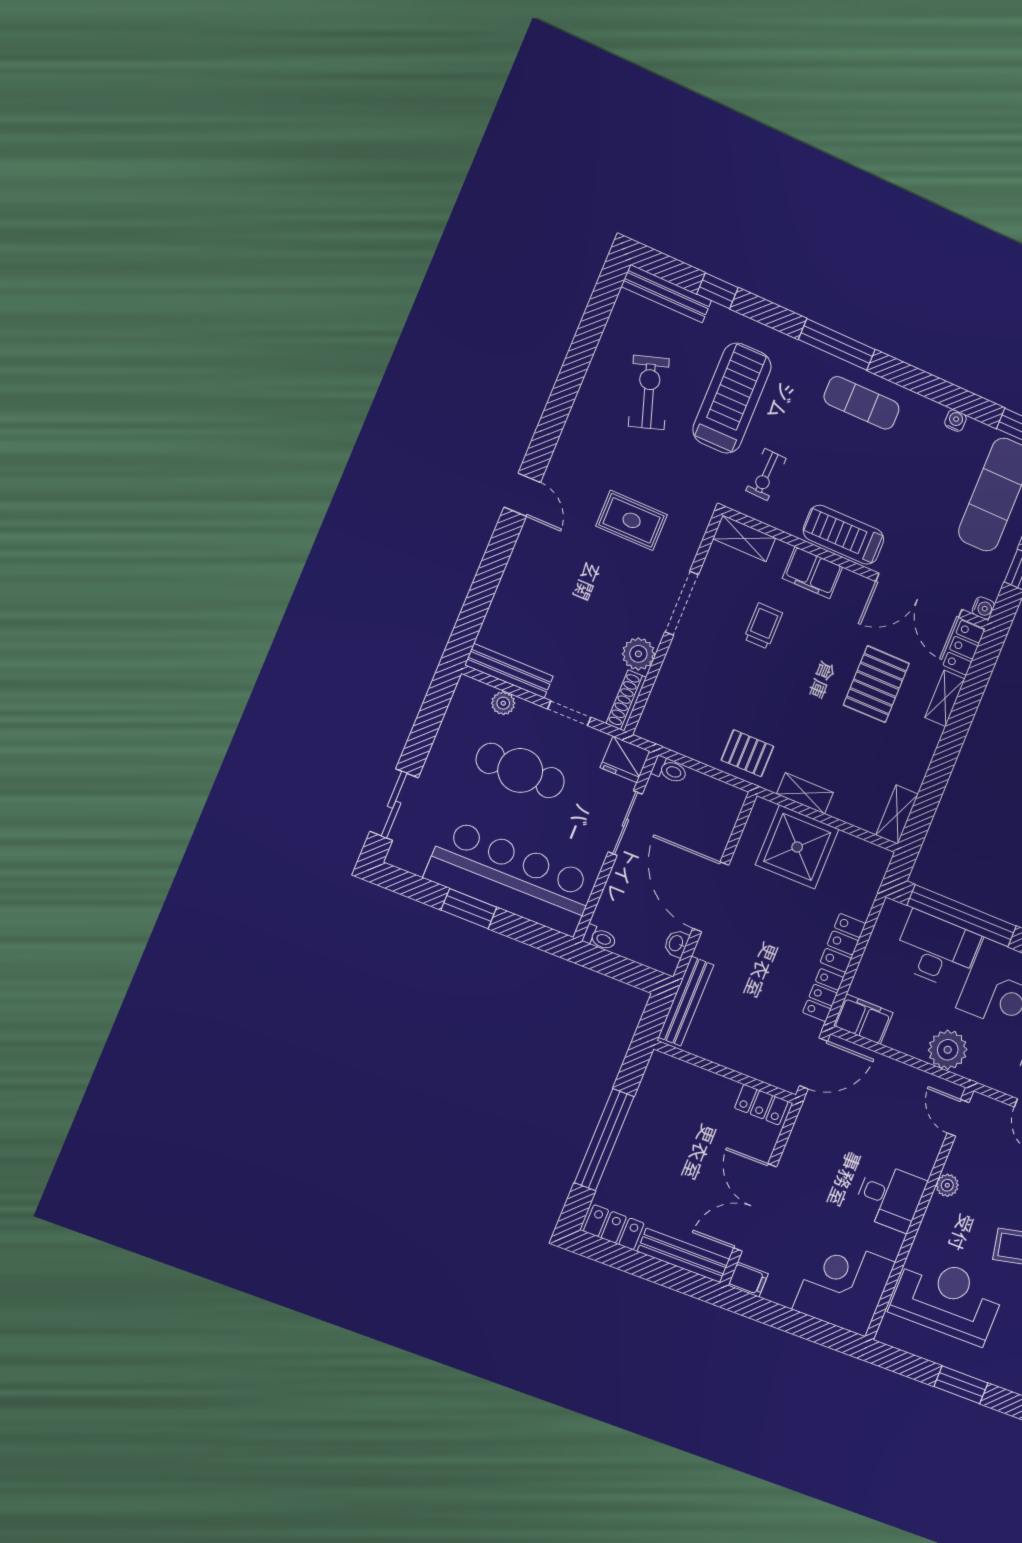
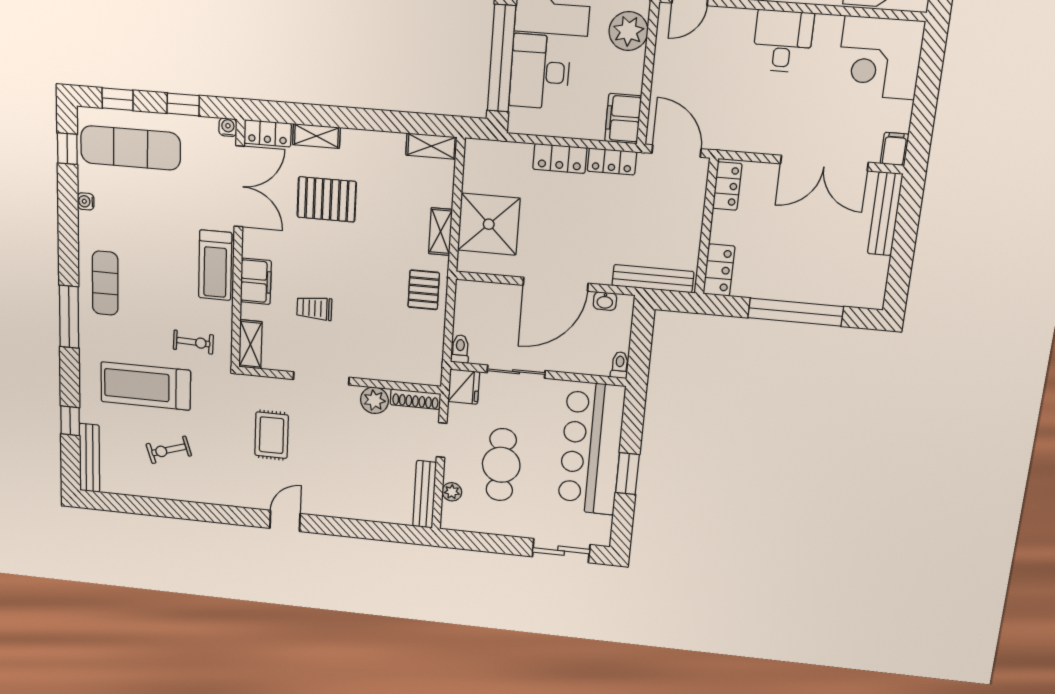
exercise bike: (649, 393) -> (169, 450), width x0.73, depth x0.72
locker: (614, 1227) -> (719, 270), moved, turned 180

